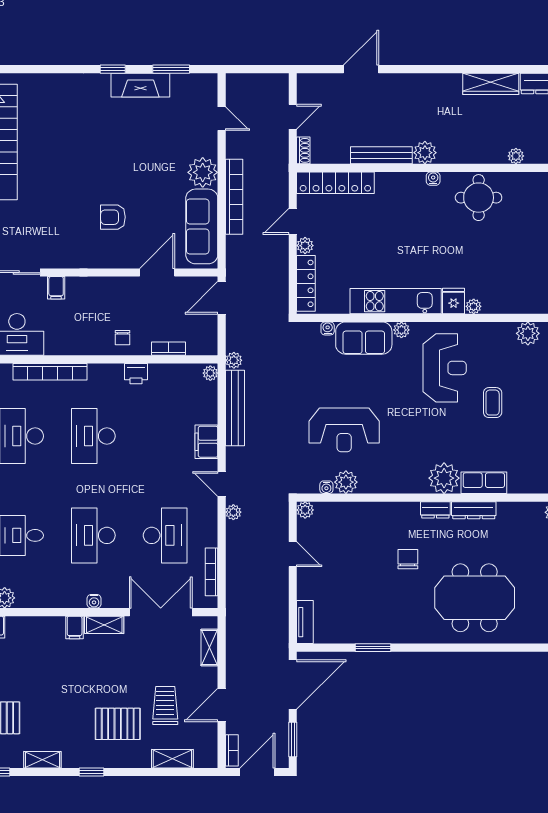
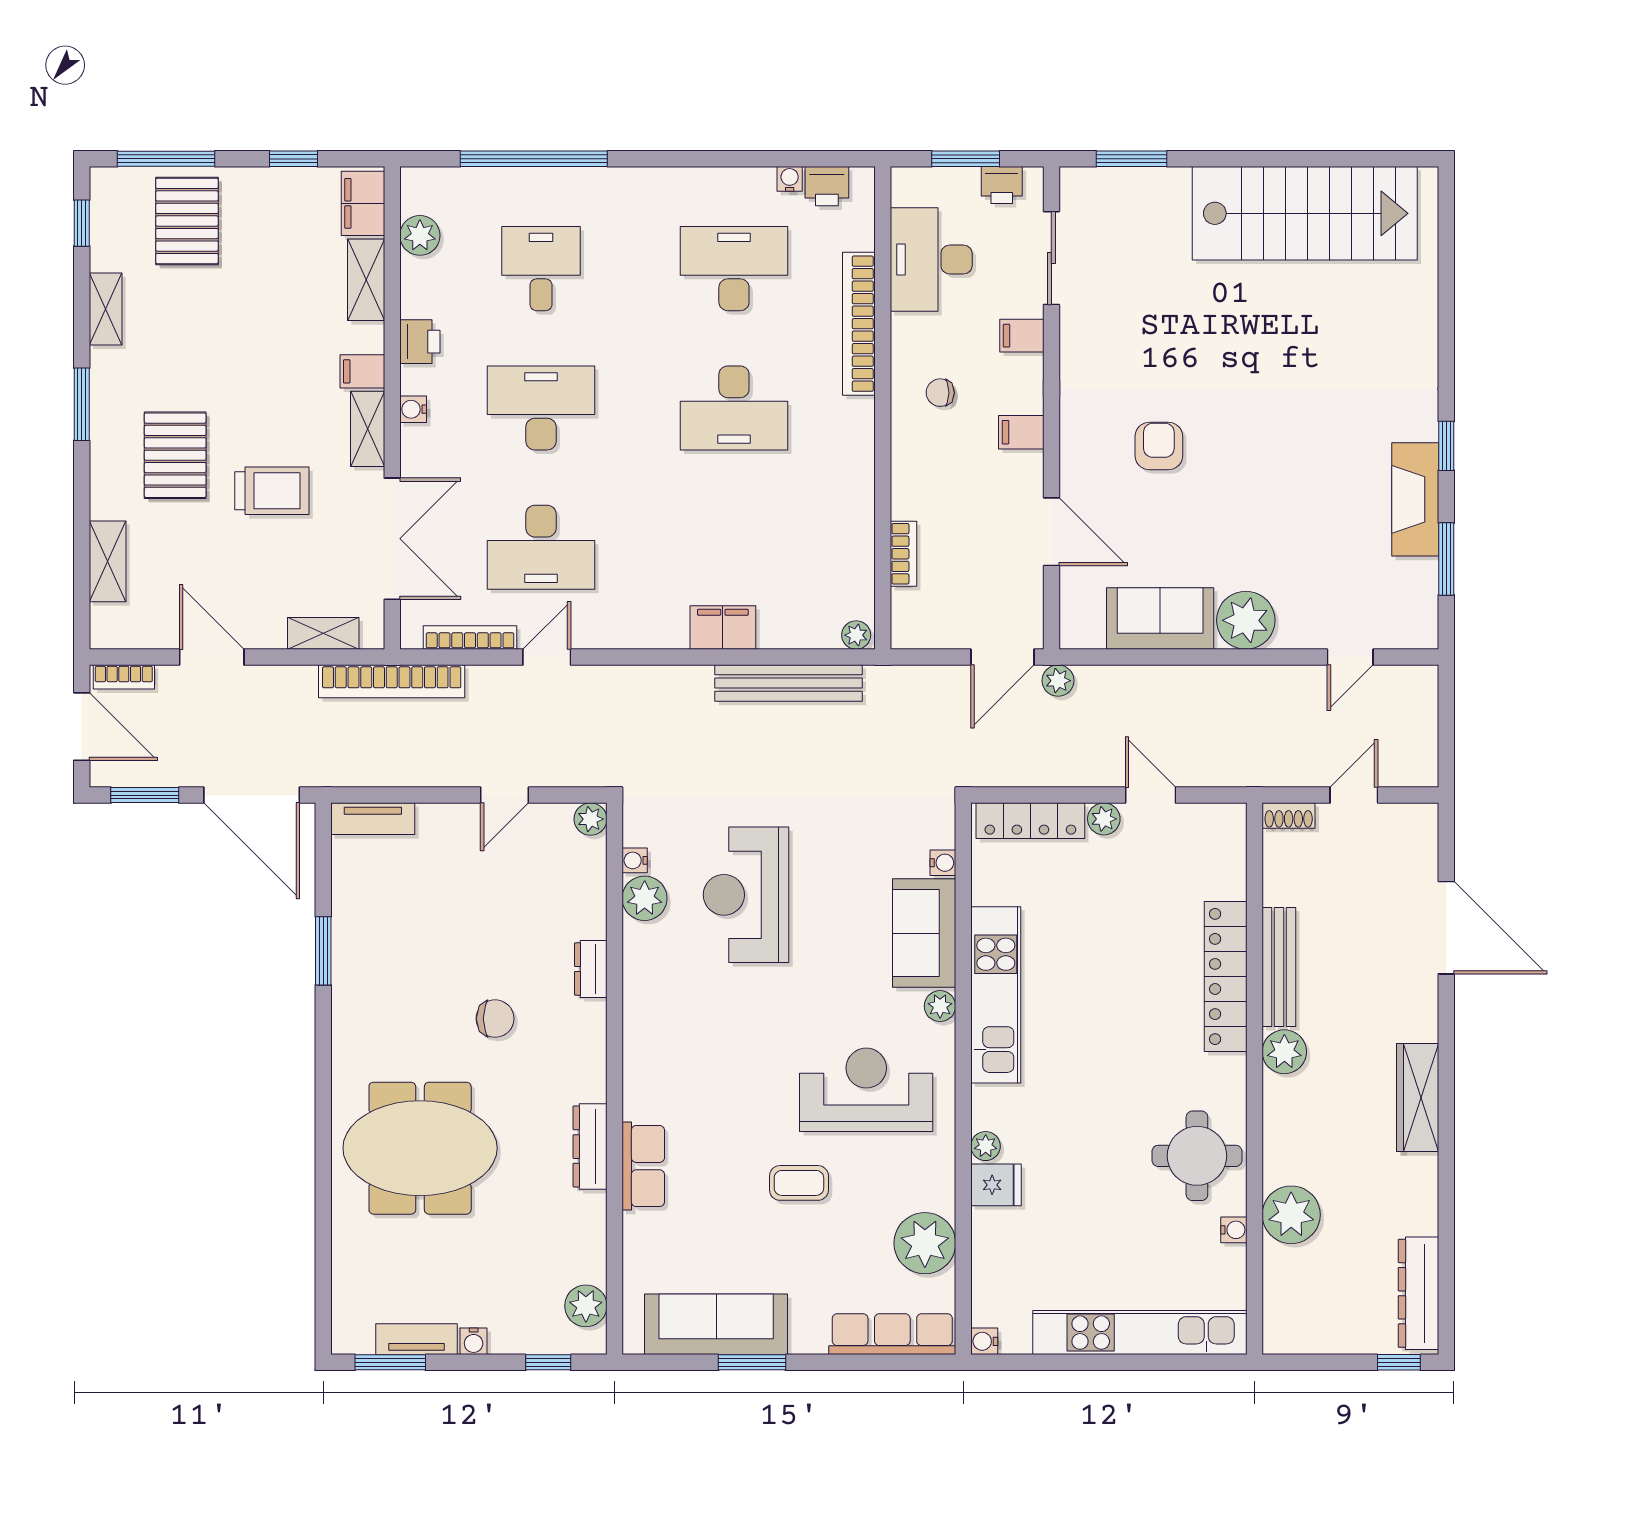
door: (361, 69) -> (1446, 928), width x1.36
wardrobe: (491, 84) -> (1418, 1098), moved
door: (293, 117) -> (1354, 795), swing flipped
plant: (516, 156) -> (1291, 1215), width x1.88, depth x1.88
water cooler: (433, 179) -> (1234, 1230), moved
locker: (335, 183) -> (1226, 976), moved
bookcase: (234, 197) -> (392, 681), moved
sofa: (202, 226) -> (1160, 618), width x0.73
filing cabinet: (106, 288) -> (1021, 432), added
door: (222, 298) -> (1002, 657), swing flipped
fridge: (454, 301) -> (996, 1185), moved
plant: (528, 333) -> (925, 1243), width x1.36, depth x1.36
chair: (123, 338) -> (940, 393), moved
plant: (234, 360) -> (1058, 681), moved
reception desk: (445, 368) -> (866, 1090), turned 180
printer: (136, 374) -> (420, 342), moved, turned 180
desk: (93, 436) -> (734, 408), turned 180
plant: (444, 478) -> (652, 1089), removed
door: (222, 484) -> (547, 657), moved
dresser: (435, 510) -> (591, 969), moved
plant: (233, 512) -> (586, 680), removed
meeting table: (475, 598) -> (420, 1148), turned 90
shelving: (27, 626) -> (366, 280), added
trolley: (165, 705) -> (272, 491), moved
window: (91, 772) -> (82, 404), width x1.50

